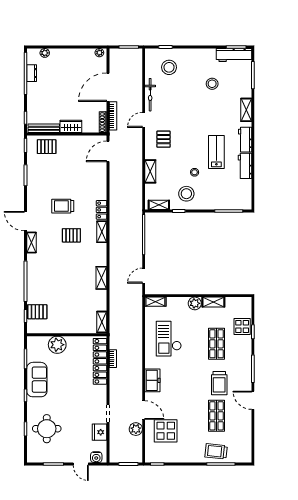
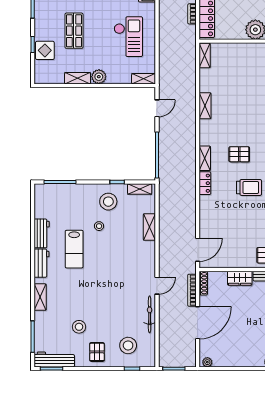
pallet: (163, 139) -> (97, 352), moved

